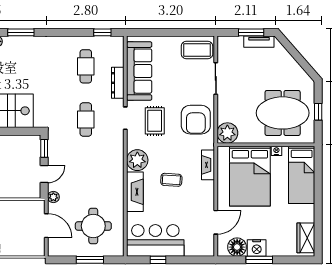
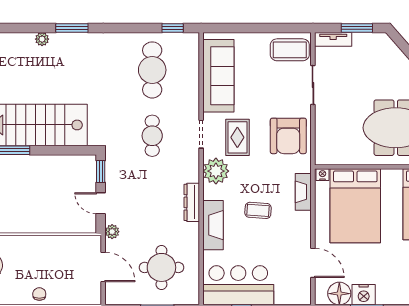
tv unit: (259, 42) -> (333, 39), moved
cafe table: (86, 66) -> (152, 70), width x1.37, depth x1.35
dresser: (118, 83) -> (192, 202), moved
plant: (227, 133) -> (327, 152), removed
nightstand: (276, 151) -> (323, 175), moved
plant: (137, 160) -> (216, 171), moved
door: (44, 174) -> (101, 203), swing flipped
door: (216, 222) -> (313, 263), hinge flipped

